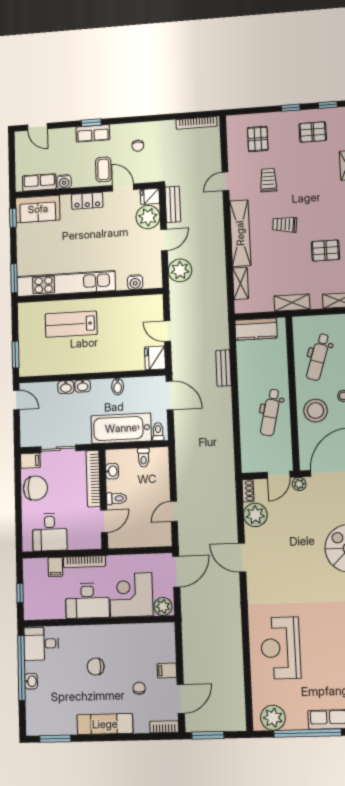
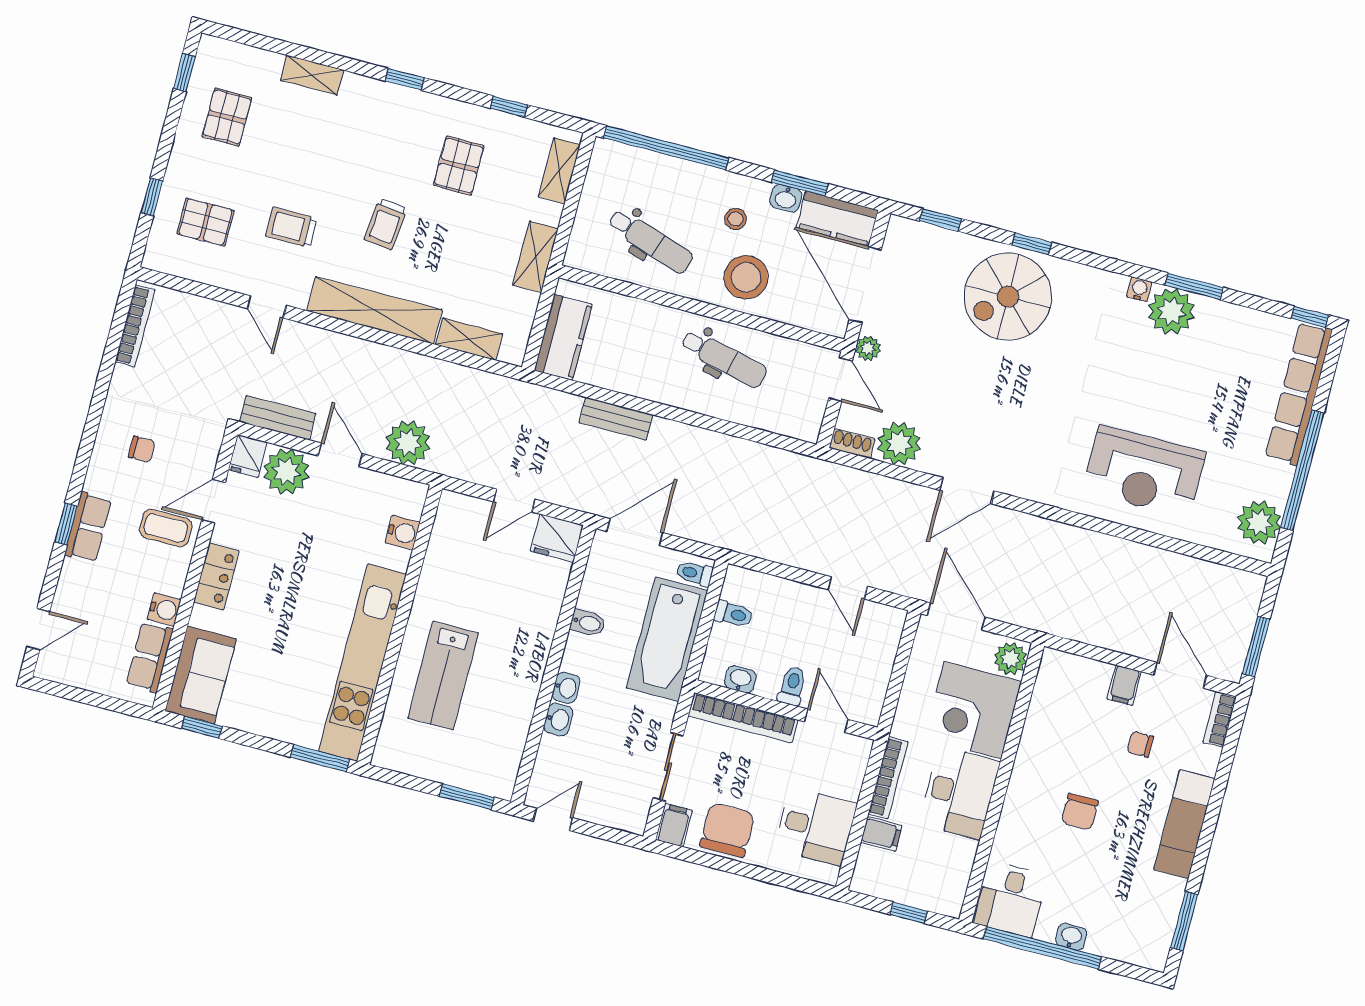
window: (291, 108) -> (152, 197), moved

